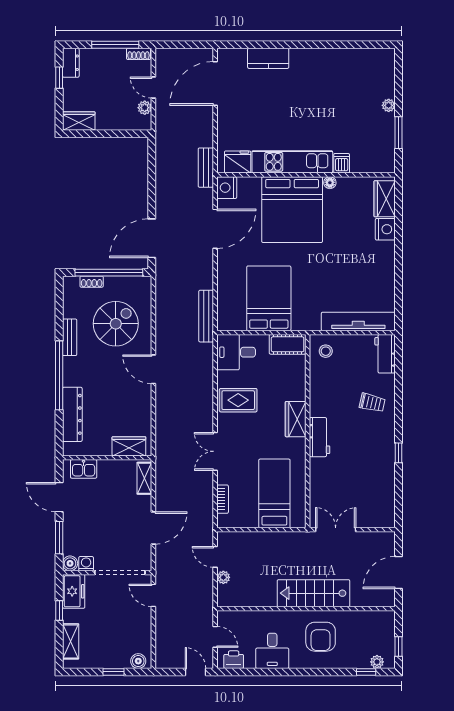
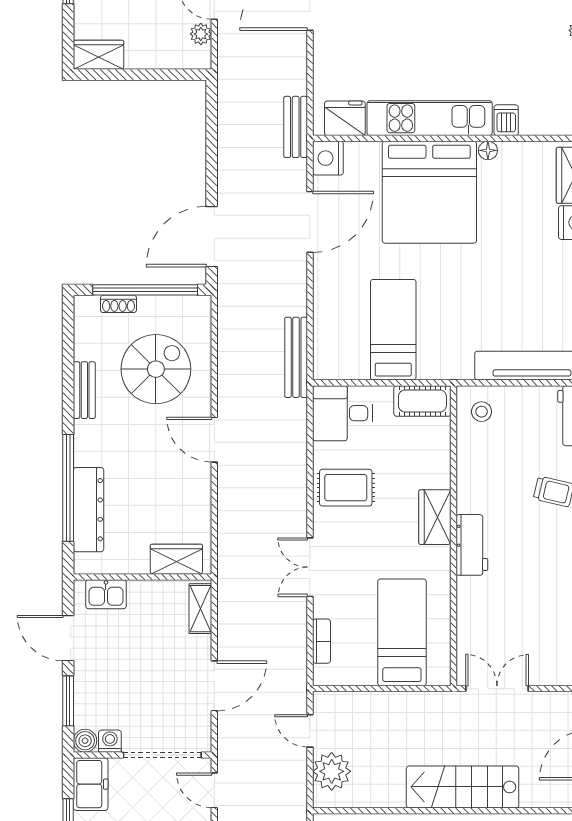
bed: (269, 298) -> (393, 330), width x0.67
window: (59, 375) -> (68, 488), moved
plant: (223, 577) -> (332, 771), width x1.87, depth x1.87

